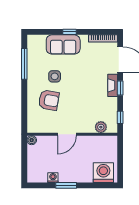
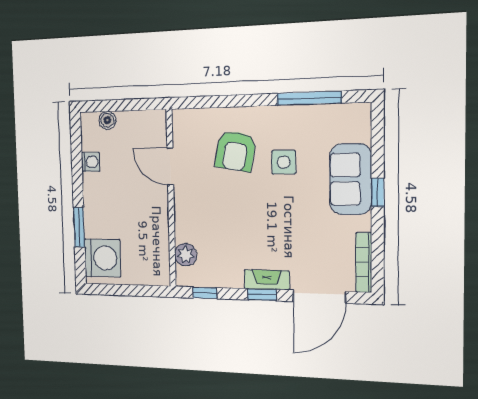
door: (67, 134) -> (170, 166), moved
boiler: (32, 140) -> (107, 120), moved
window: (66, 185) -> (79, 227), moved

